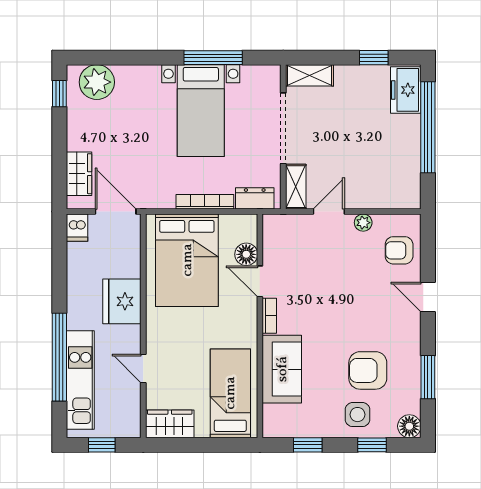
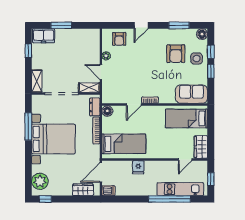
bed with nightstands: (201, 111) -> (53, 139), width x1.36
window: (428, 127) -> (61, 25), width x0.47
floor lamp: (246, 254) -> (107, 111), moved
bed: (187, 260) -> (124, 144), width x0.67
fridge: (122, 301) -> (138, 167), width x0.53, depth x0.75
door: (143, 368) -> (185, 159), moved
sofa: (282, 369) -> (191, 94), moved
window: (308, 445) -> (211, 71), moved

